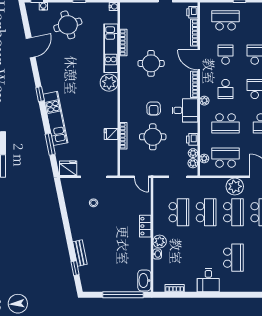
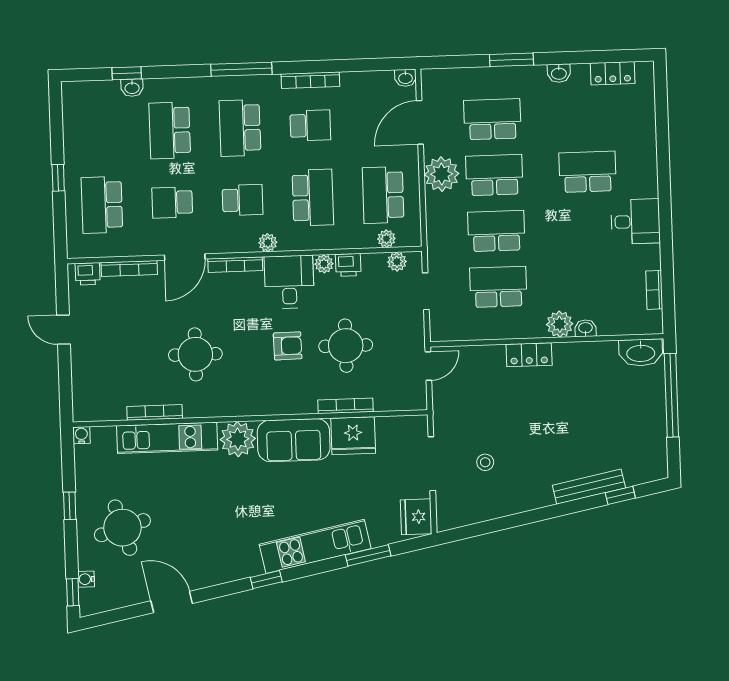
sofa: (108, 110) -> (294, 440), added
fridge: (111, 134) -> (353, 436), width x1.88, depth x1.34
plant: (193, 153) -> (324, 264), moved
bench: (80, 253) -> (589, 487), width x1.36

